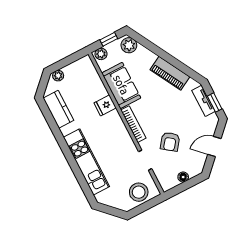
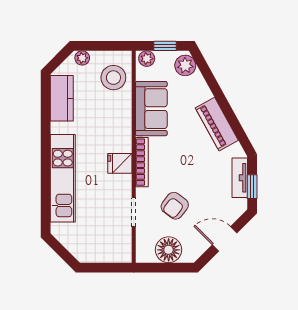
fridge: (105, 105) -> (120, 163), moved
floor lamp: (183, 177) -> (169, 250), width x1.89, depth x1.89
stool: (139, 192) -> (113, 78), moved

